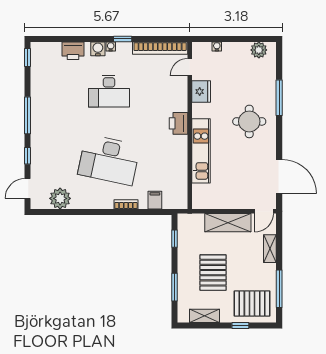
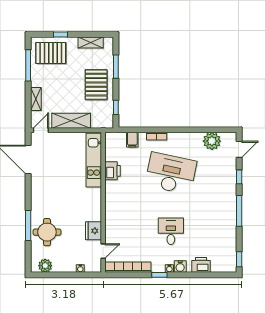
desk: (109, 91) -> (171, 231), width x0.73
round table: (249, 121) -> (47, 232), moved
printer: (179, 123) -> (113, 171), moved
kitchen unit: (201, 151) -> (94, 160), moved
pallet: (213, 273) -> (96, 85), moved

